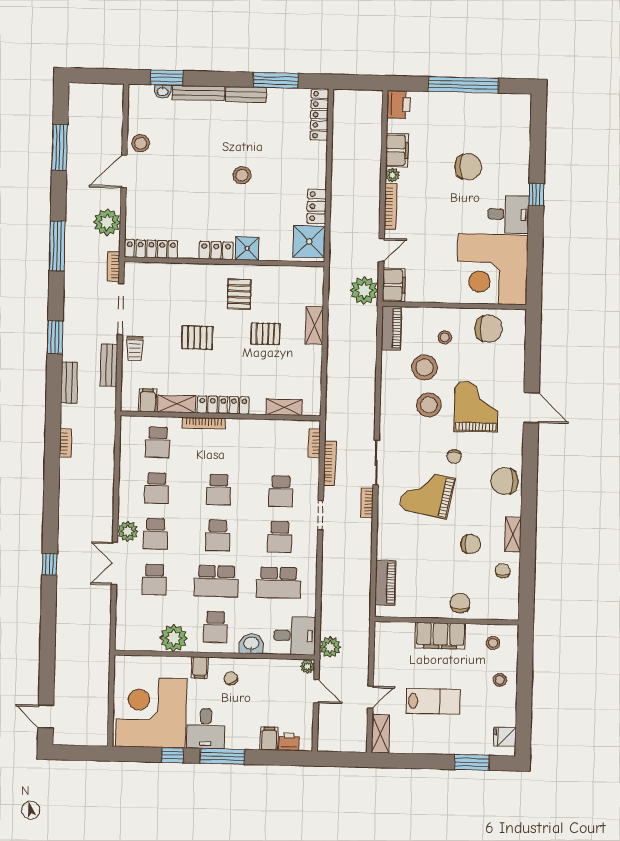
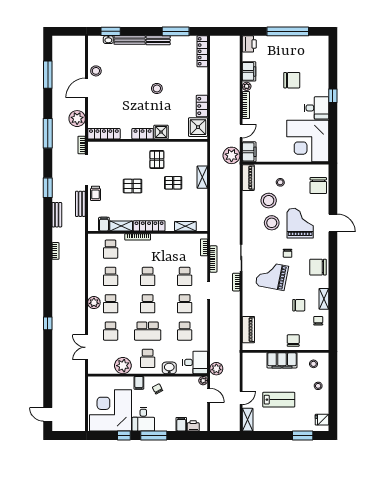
chair: (489, 329) -> (318, 186), moved, turned 90
double door: (114, 563) -> (86, 347), moved
school desk: (278, 583) -> (185, 331), width x0.54

